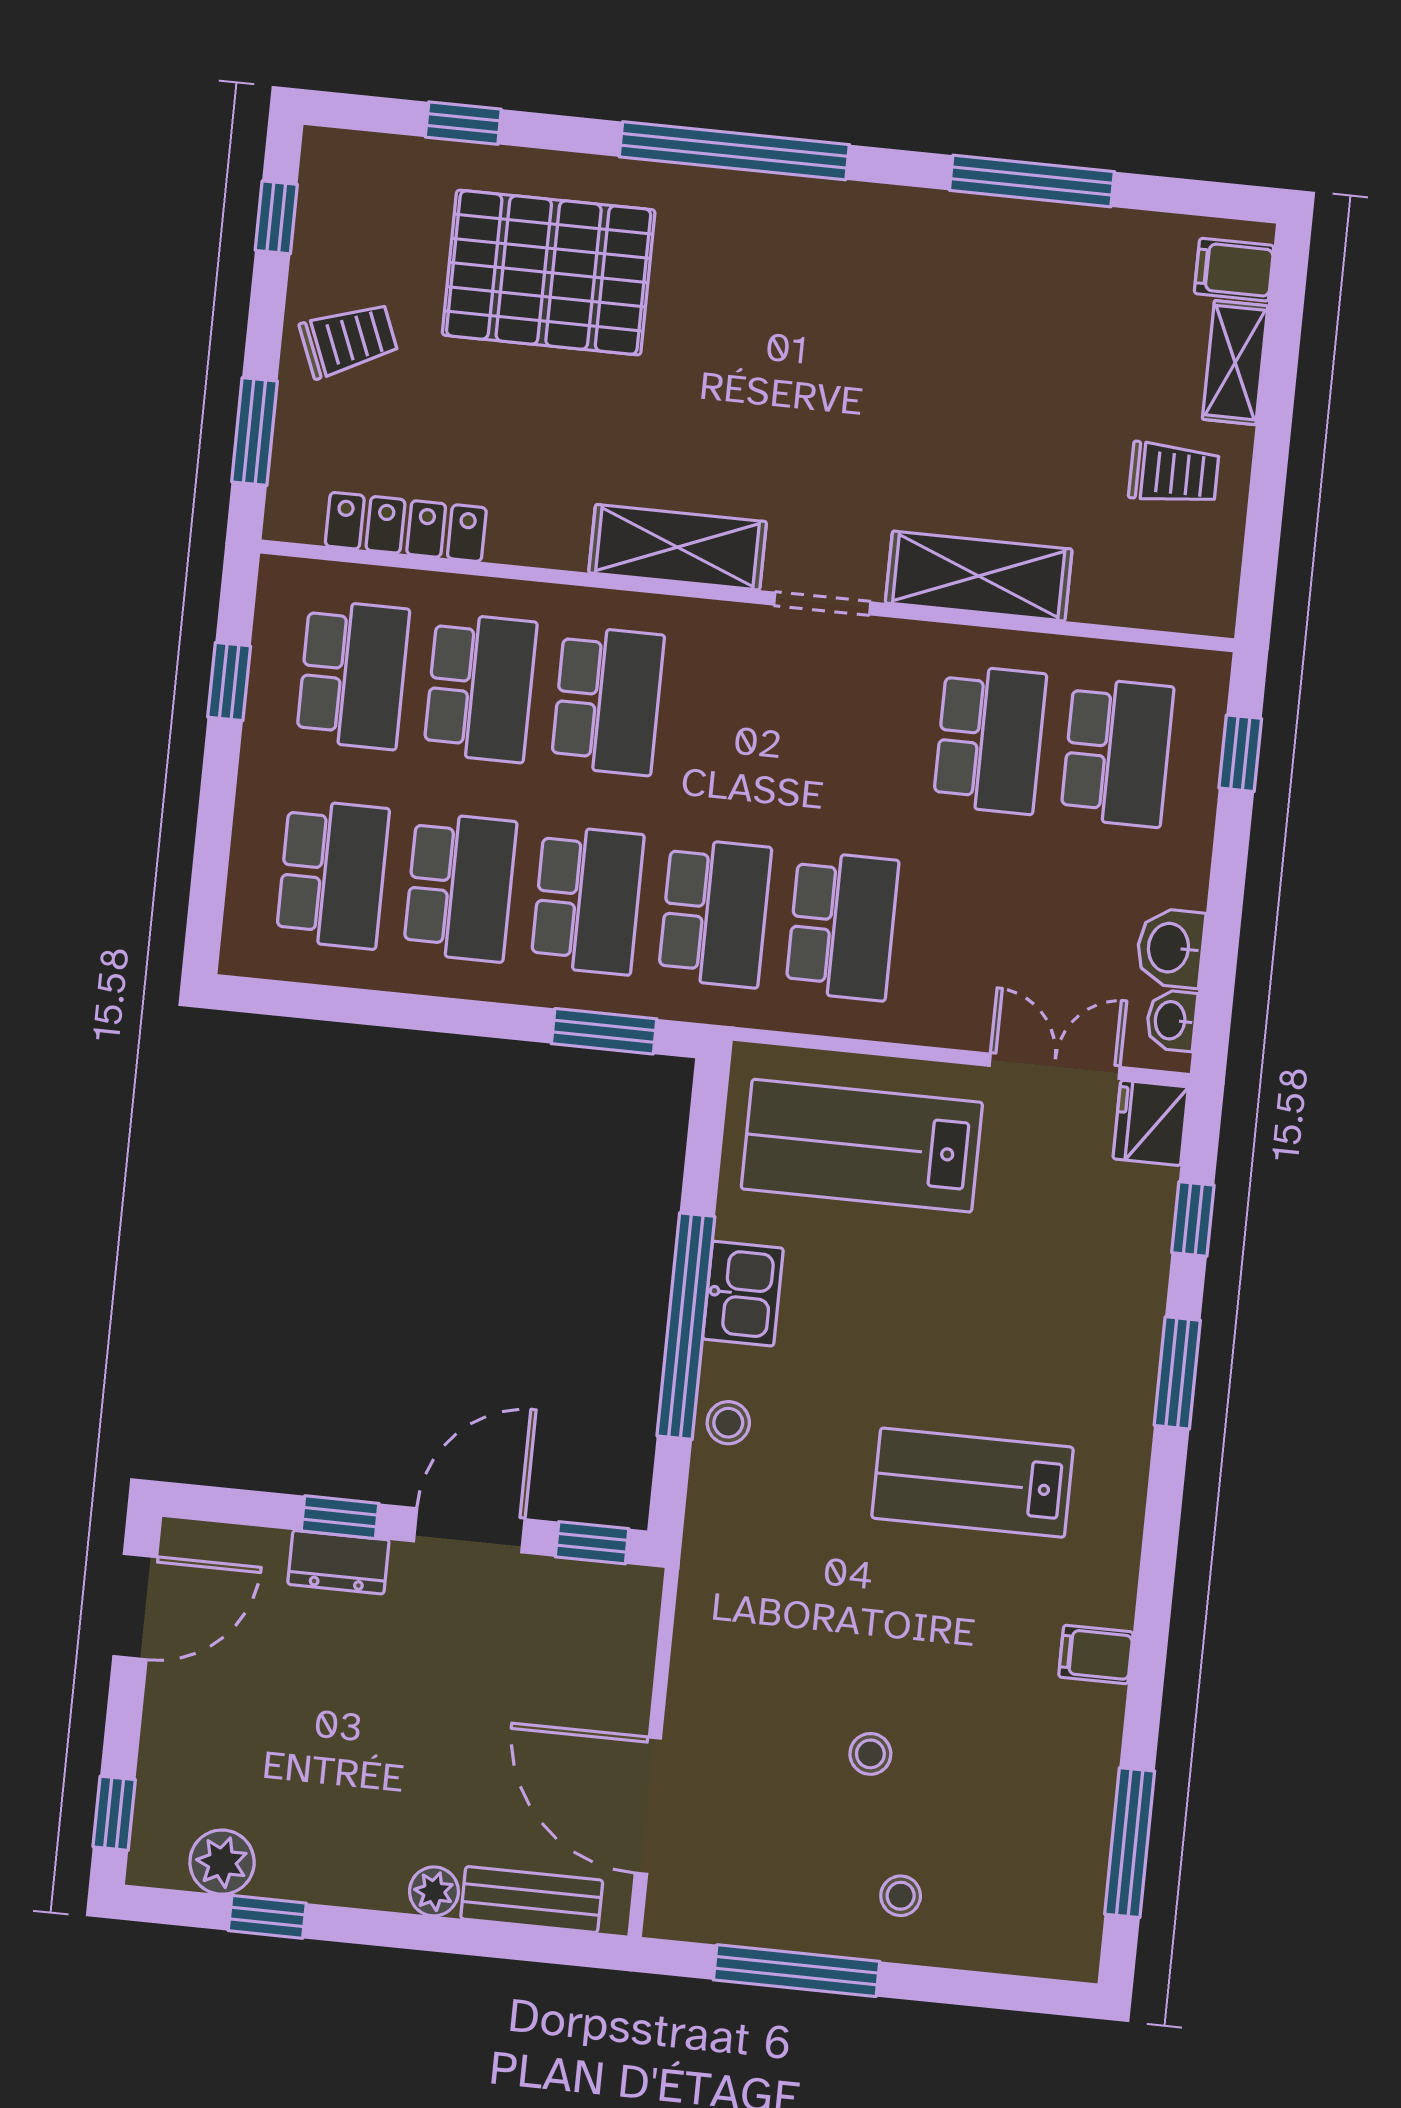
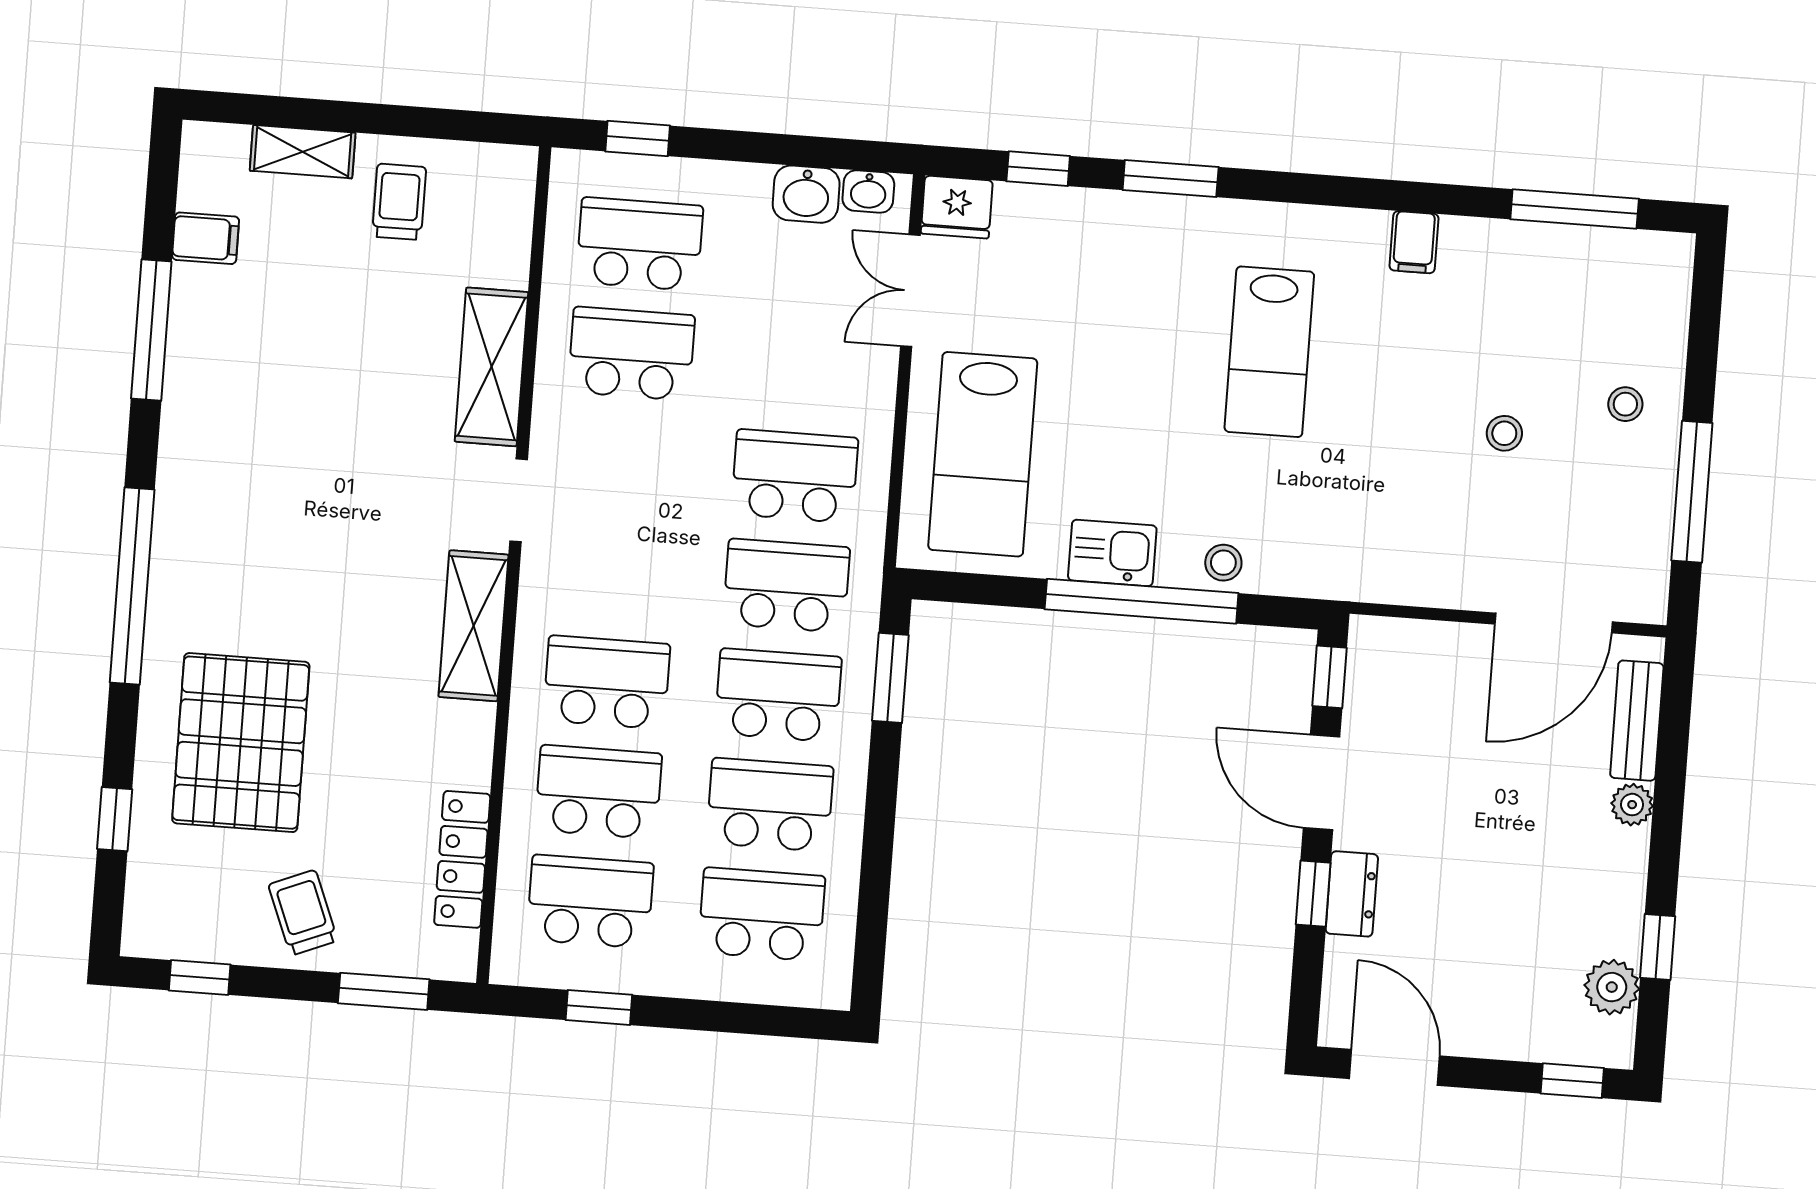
filing cabinet: (1234, 270) -> (206, 238), moved, turned -90

